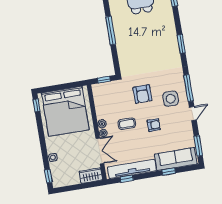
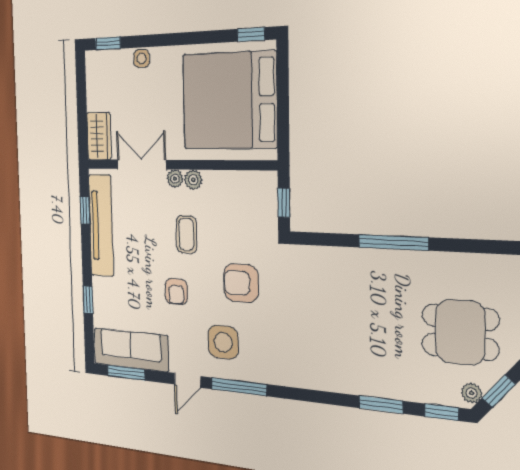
window: (181, 44) -> (381, 405), moved
door: (193, 114) -> (188, 380), hinge flipped
double door: (100, 151) -> (142, 164), swing flipped
sofa: (176, 159) -> (131, 350), moved, turned -90

